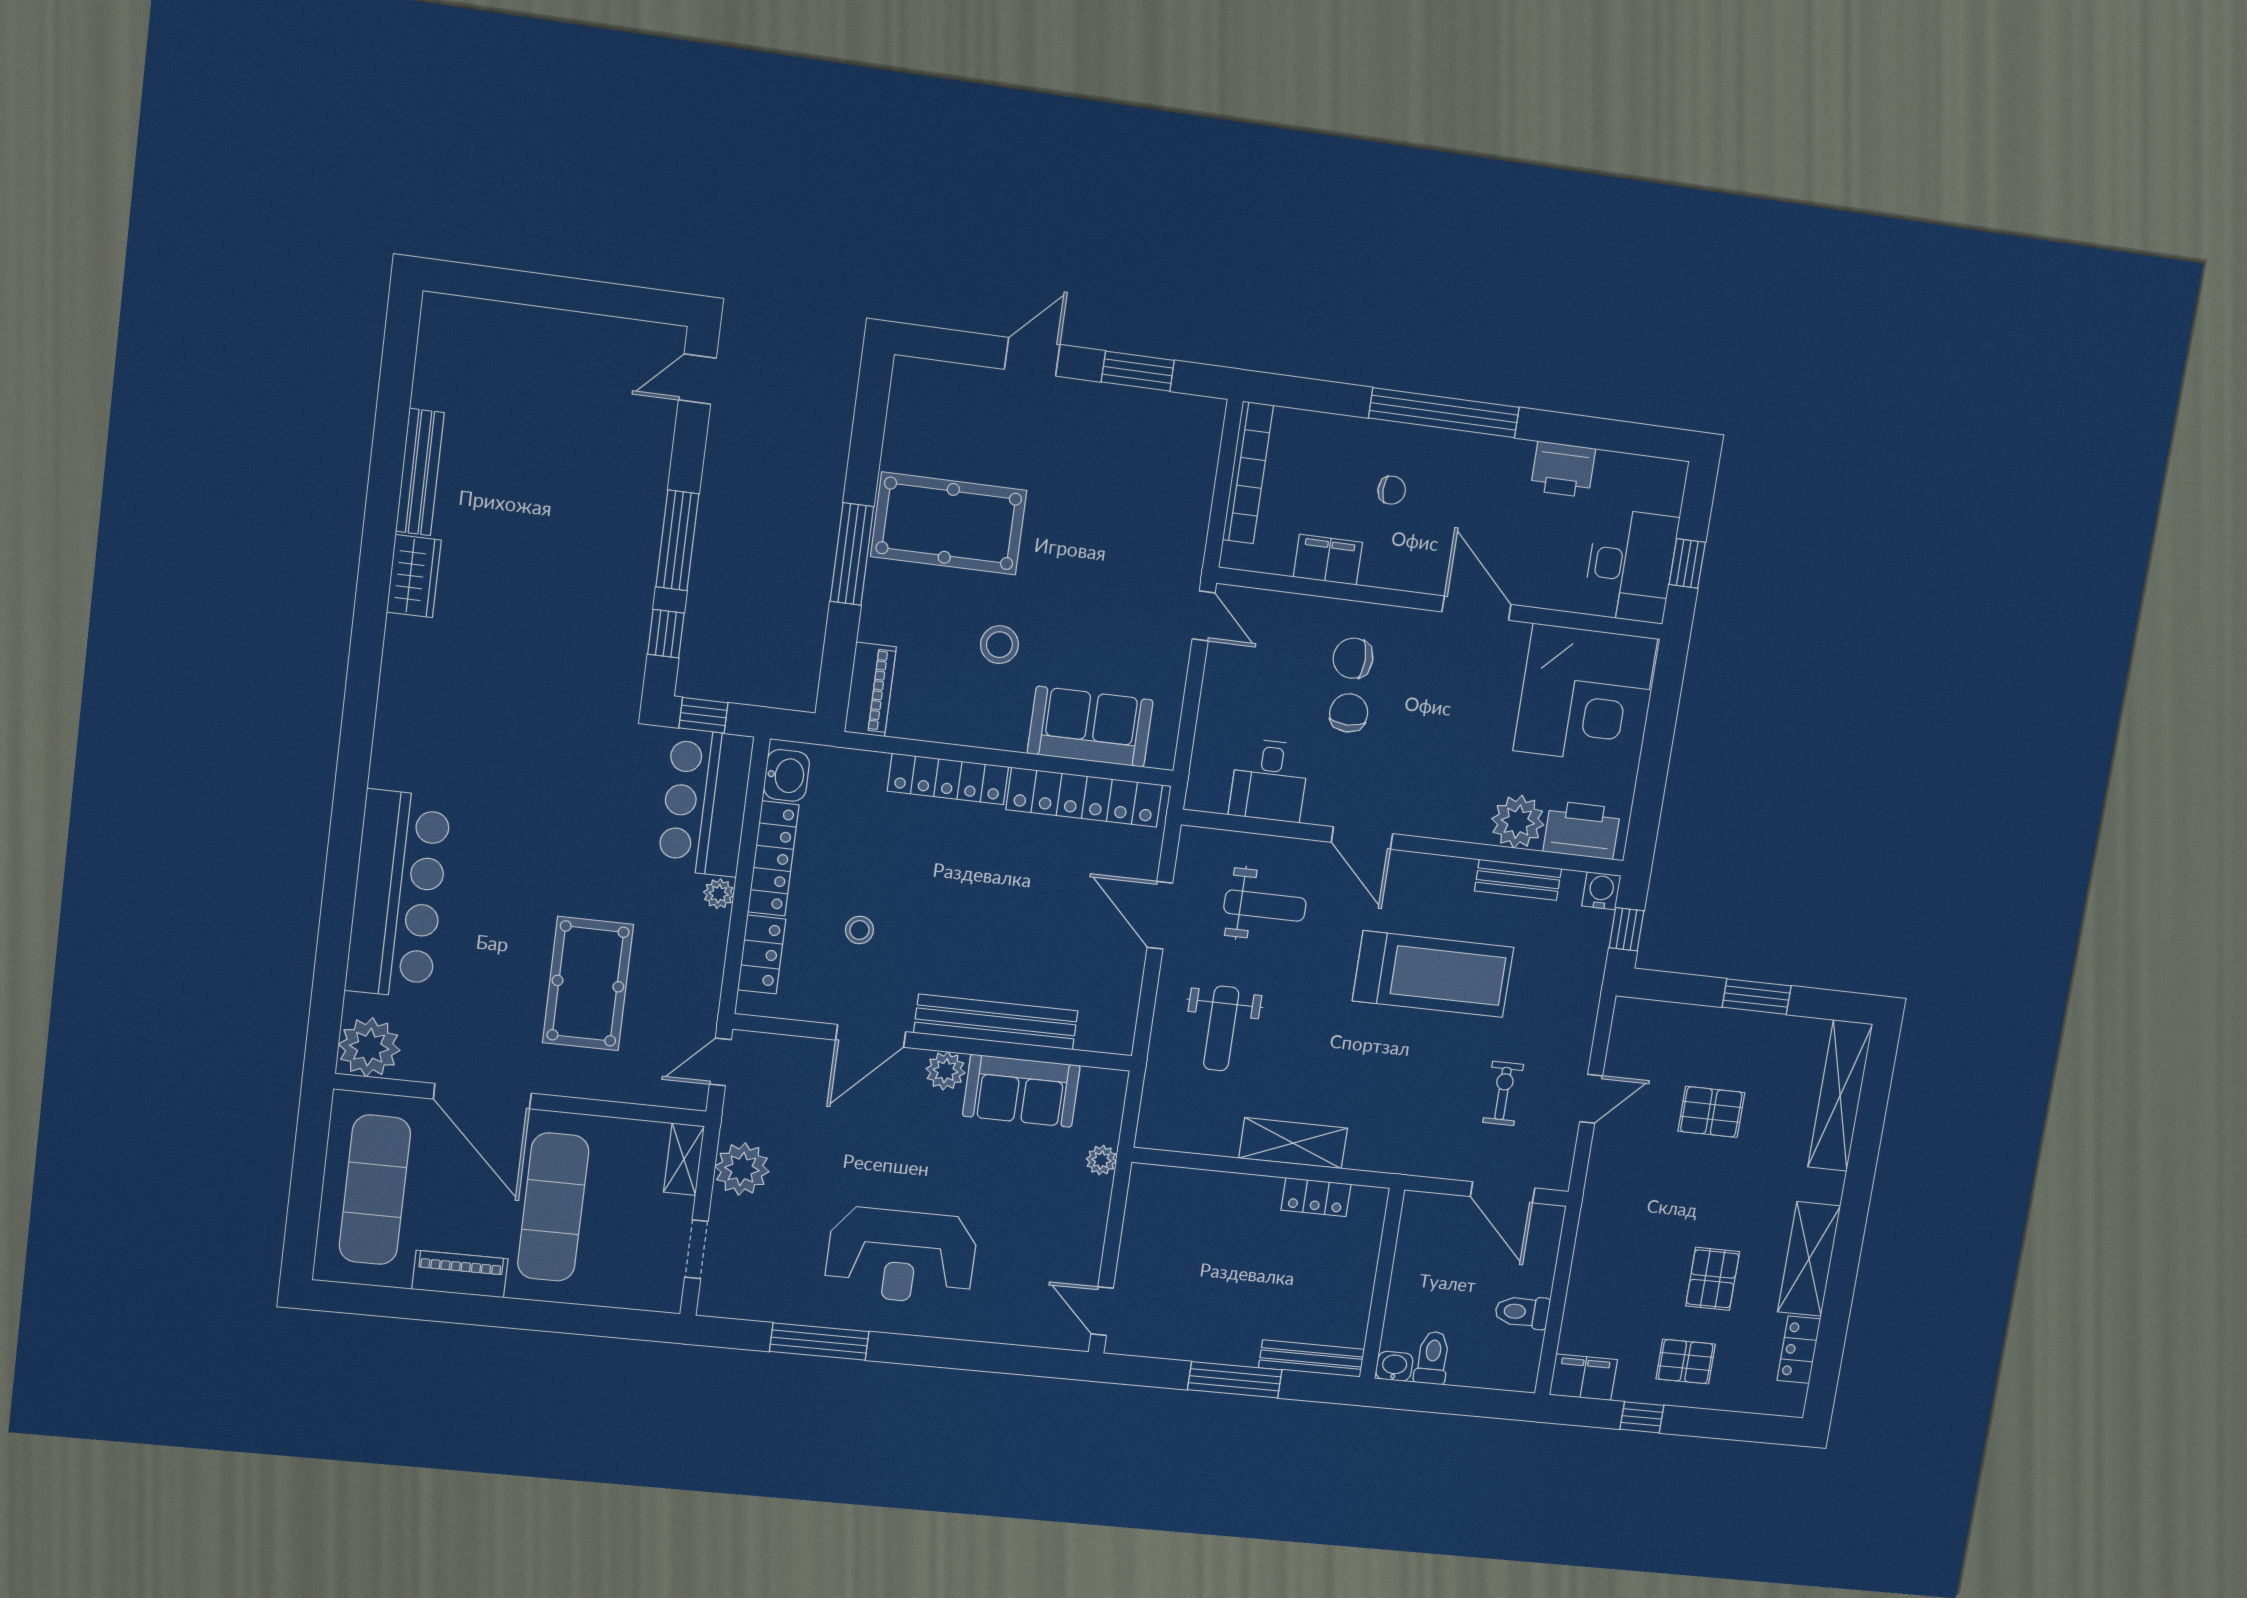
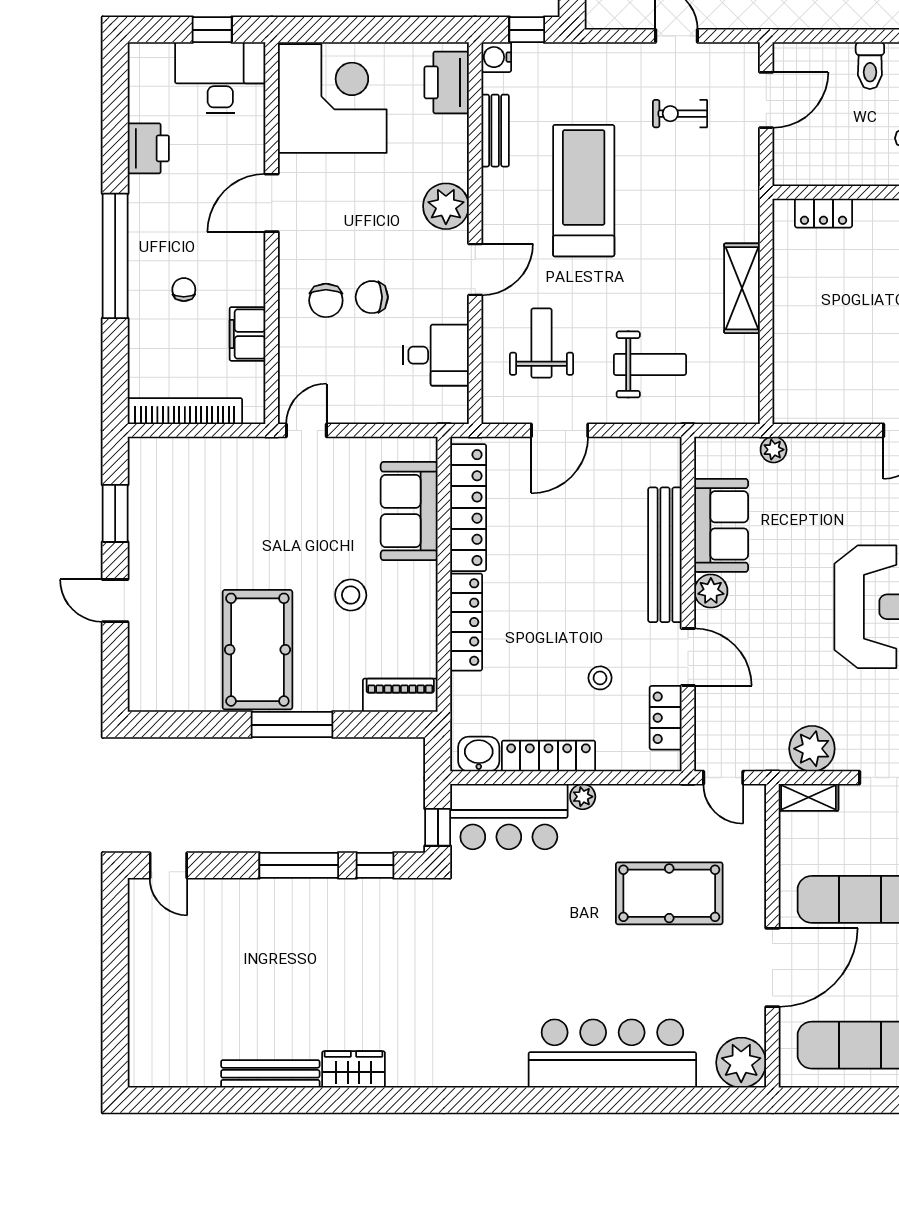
plant: (1518, 822) -> (446, 206), moved
locker: (762, 954) -> (666, 718), moved, turned -90
locker: (1316, 1197) -> (823, 213), moved, turned 90

